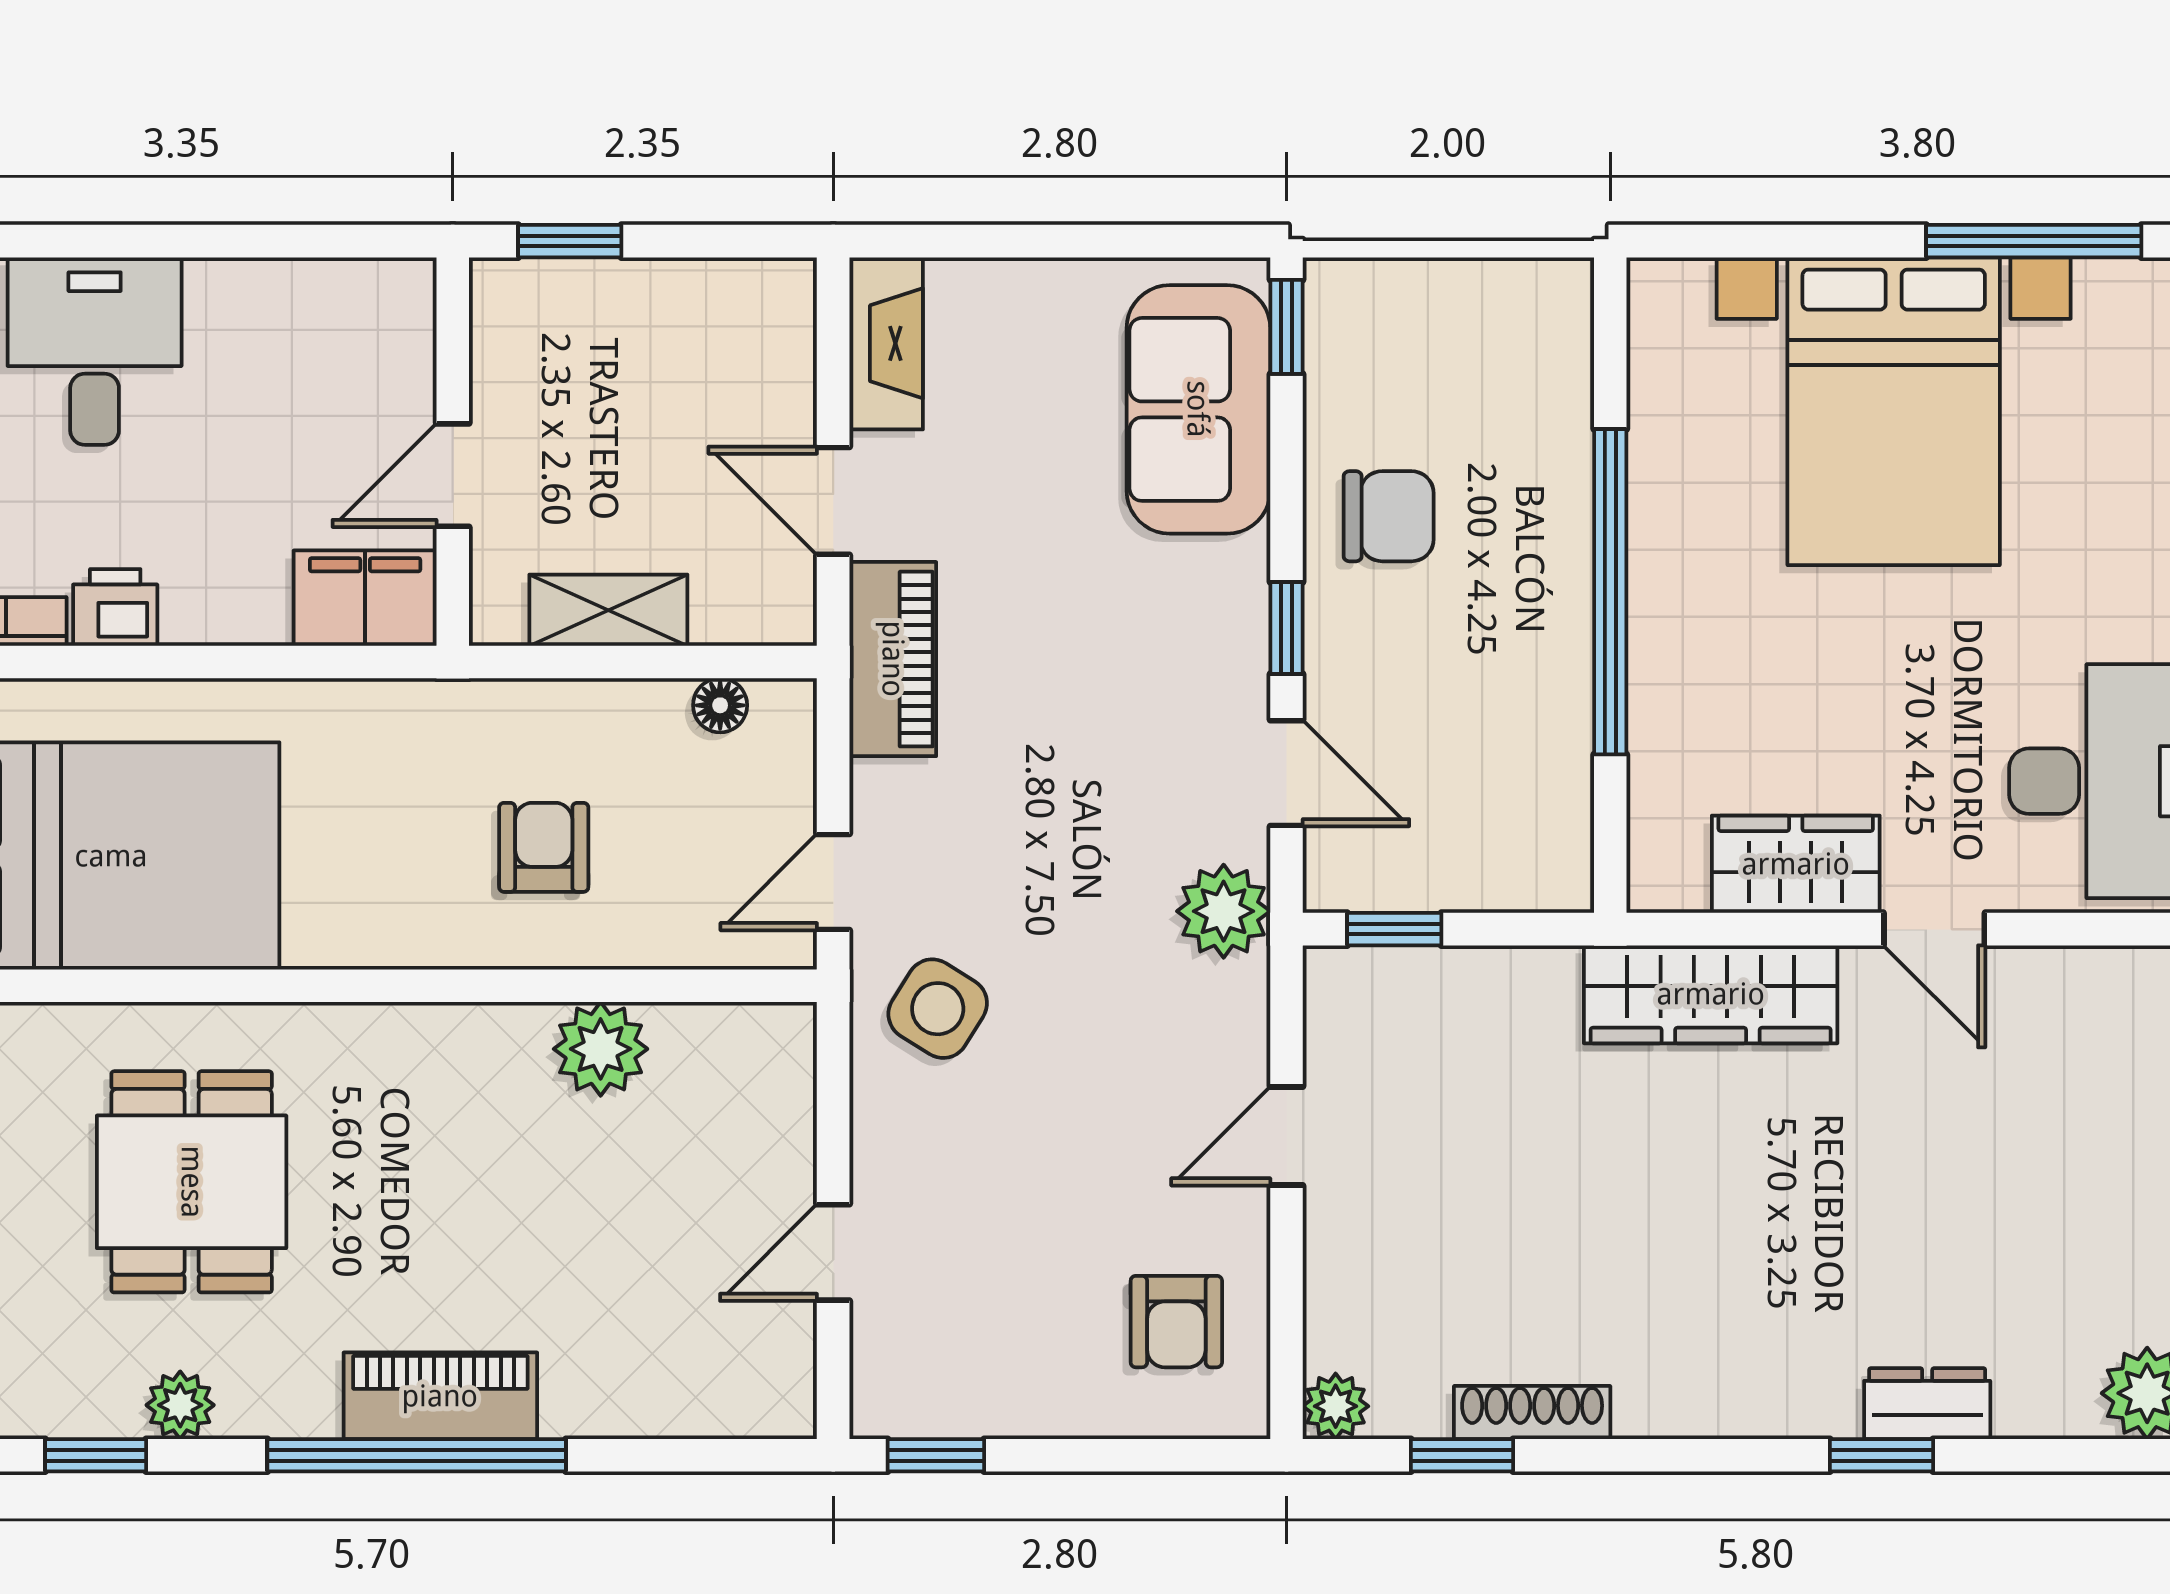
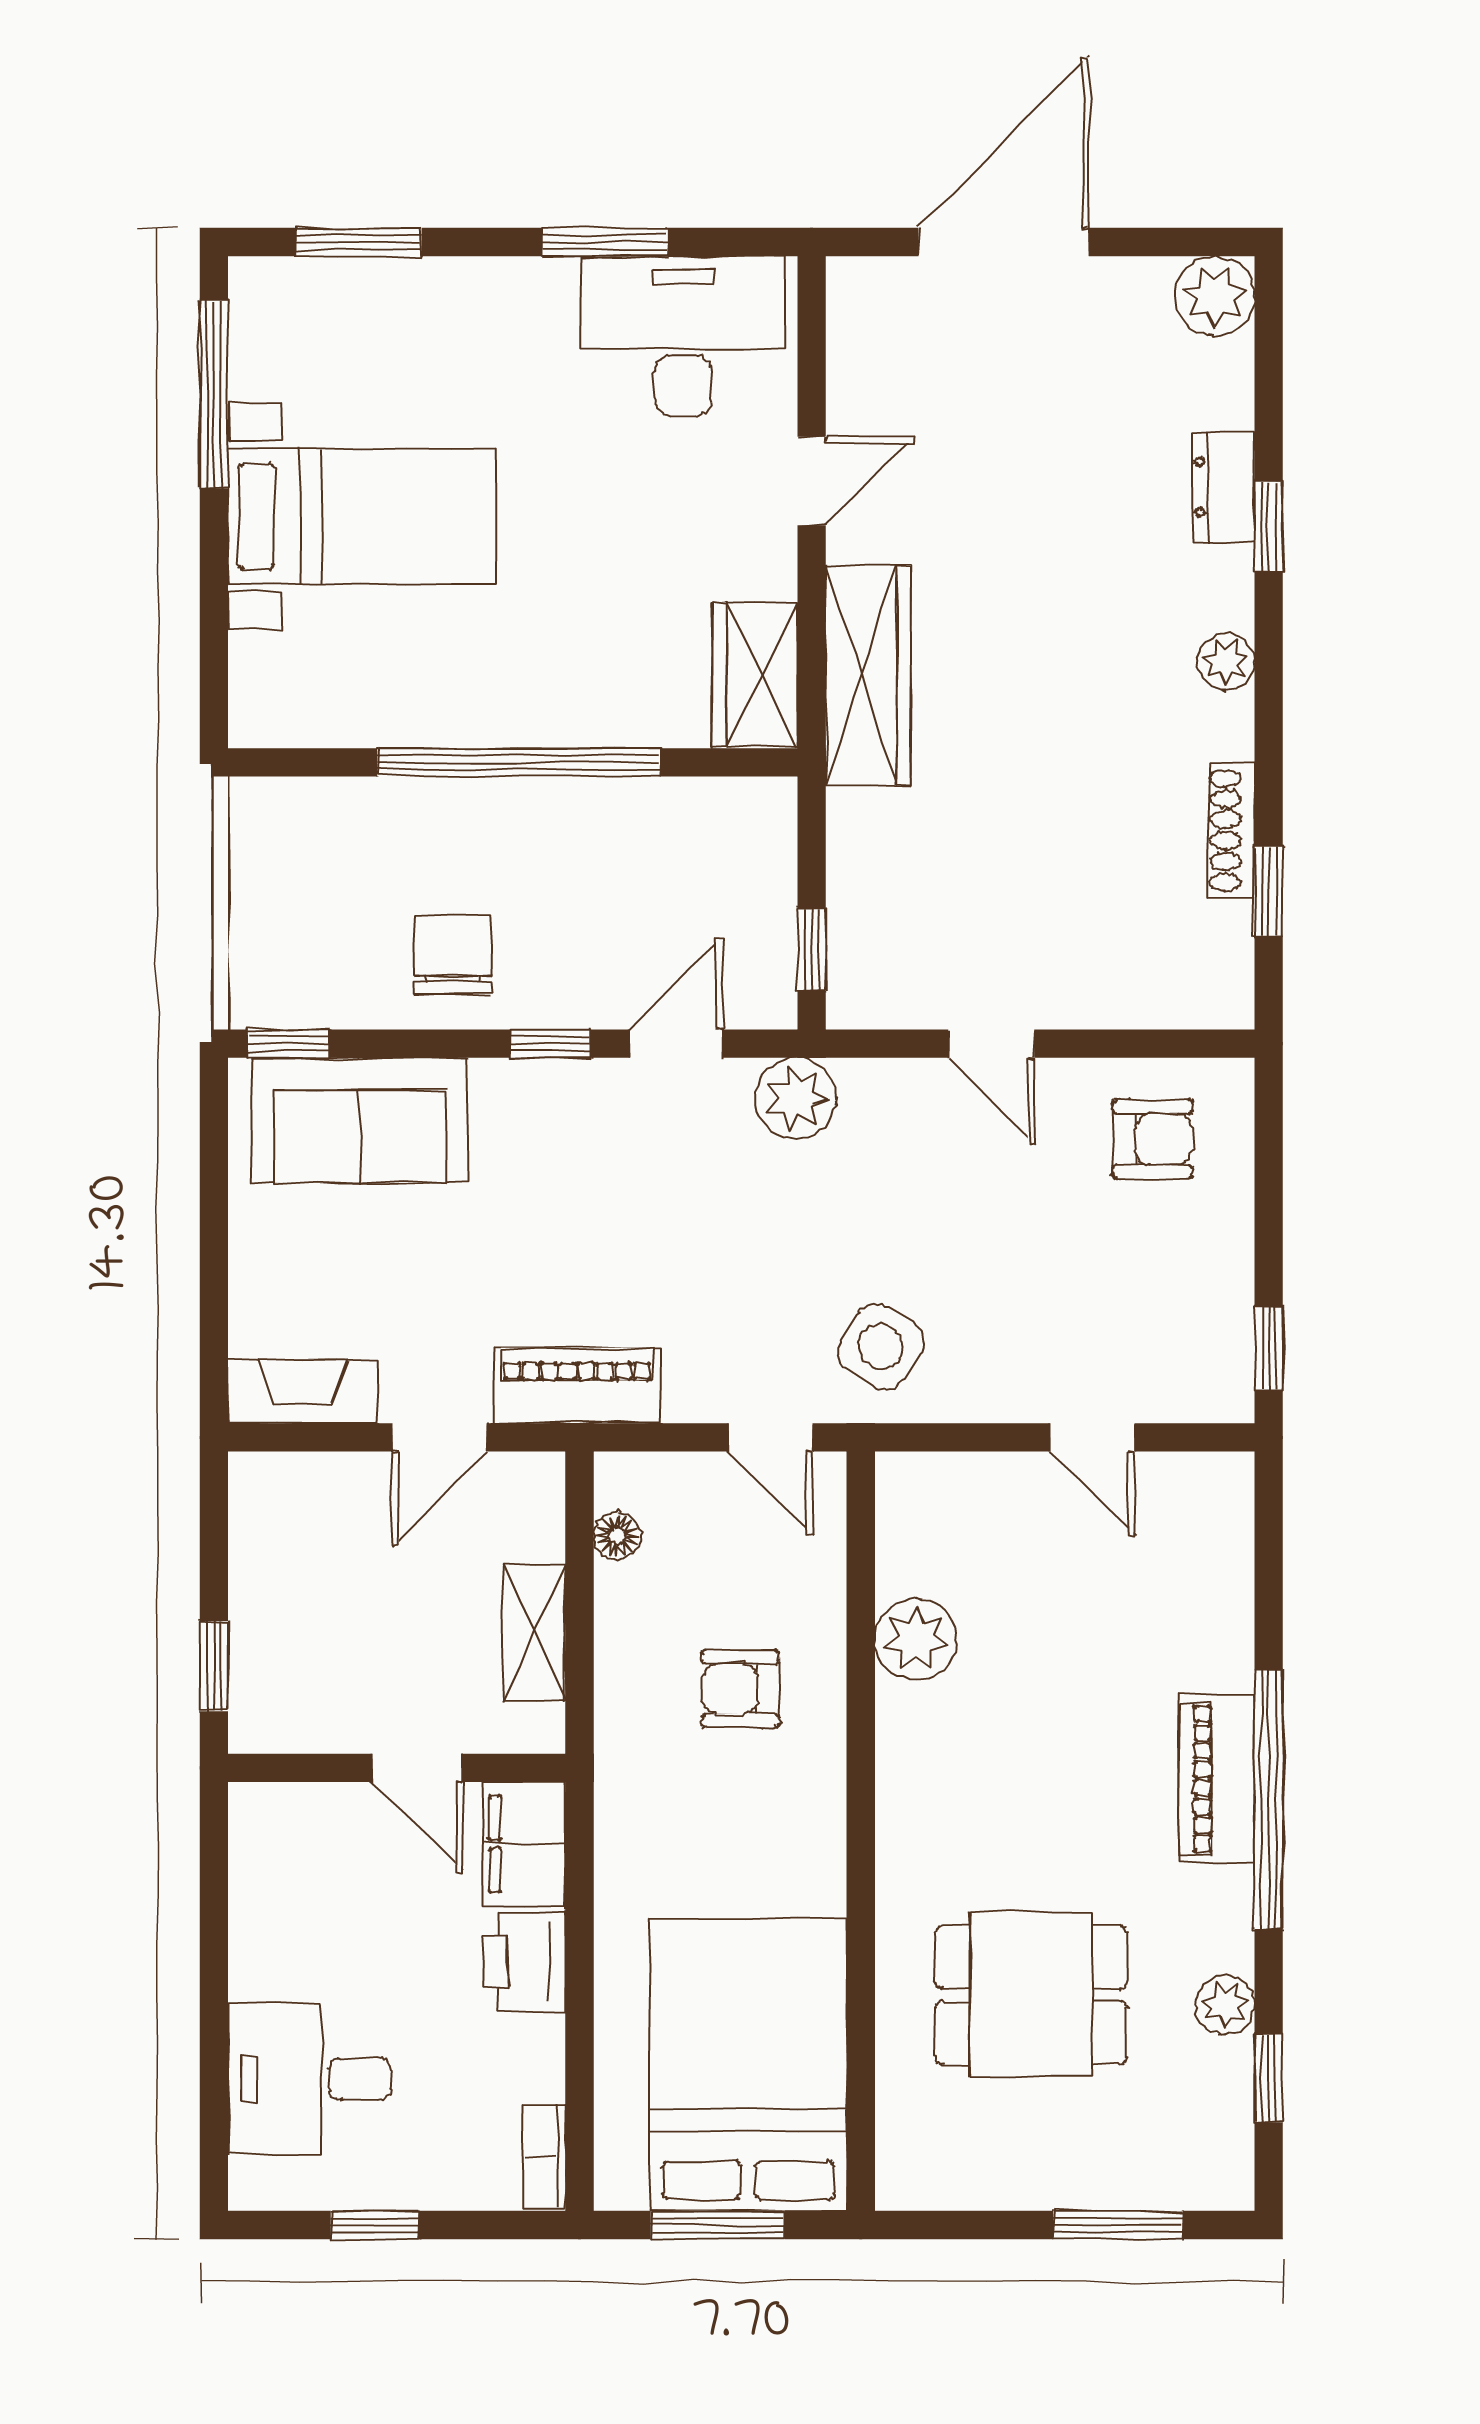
bed with nightstands: (1894, 411) -> (362, 516), width x0.73
printer: (115, 607) -> (524, 1962), moved, width x1.36, depth x1.24
wardrobe: (1796, 864) -> (755, 675), moved
plant: (1336, 1406) -> (1226, 662), moved

